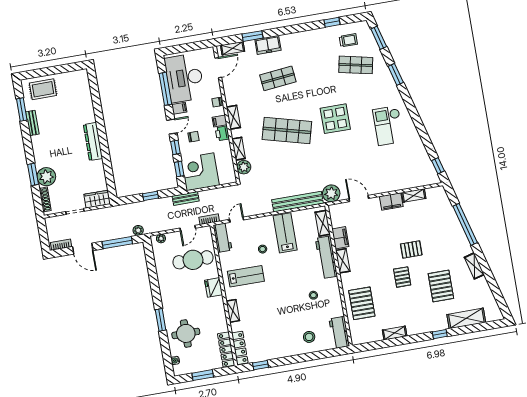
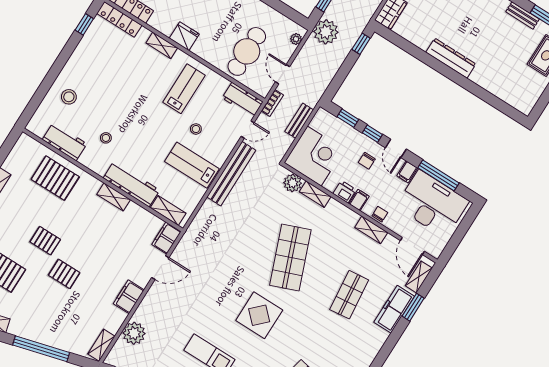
freezer: (268, 45) -> (394, 309), width x1.40
shelving: (233, 117) -> (371, 230), moved
shop shelf: (287, 130) -> (290, 258), turned -36
corner desk: (200, 172) -> (314, 156), moved
plant: (331, 193) -> (134, 333), moved
shelving: (414, 195) -> (101, 345), moved
window: (150, 196) -> (361, 44), moved
bench: (186, 198) -> (299, 121), moved
bench: (297, 202) -> (231, 174), moved
door: (237, 220) -> (248, 130), hinge flipped
plant: (138, 230) -> (326, 32), width x1.88, depth x1.88
lab bench: (285, 233) -> (192, 165), turned 180
filing cabinet: (340, 238) -> (166, 238), moved, turned 90
pallet: (411, 249) -> (64, 274), turned 90
lab bench: (246, 276) -> (184, 89), turned 180
fridge: (214, 287) -> (184, 36), moved
workbench: (339, 332) -> (65, 142), moved

